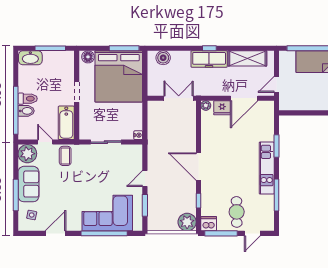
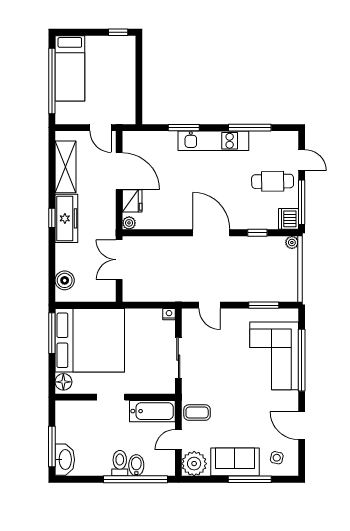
window: (50, 48) -> (52, 447), moved
door: (198, 167) -> (211, 233), swing flipped
door: (145, 179) -> (209, 305), moved
plant: (187, 222) -> (292, 242), width x0.53, depth x0.53

